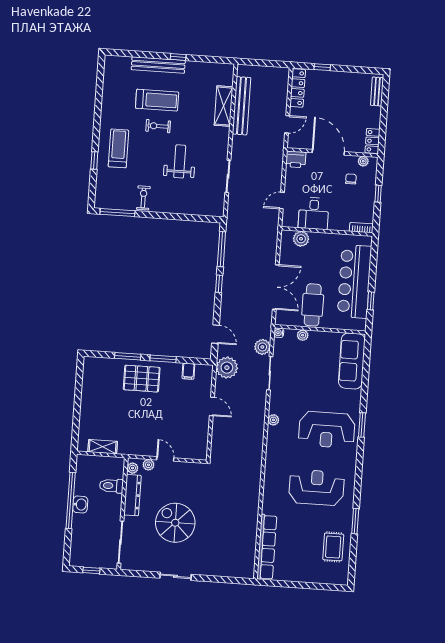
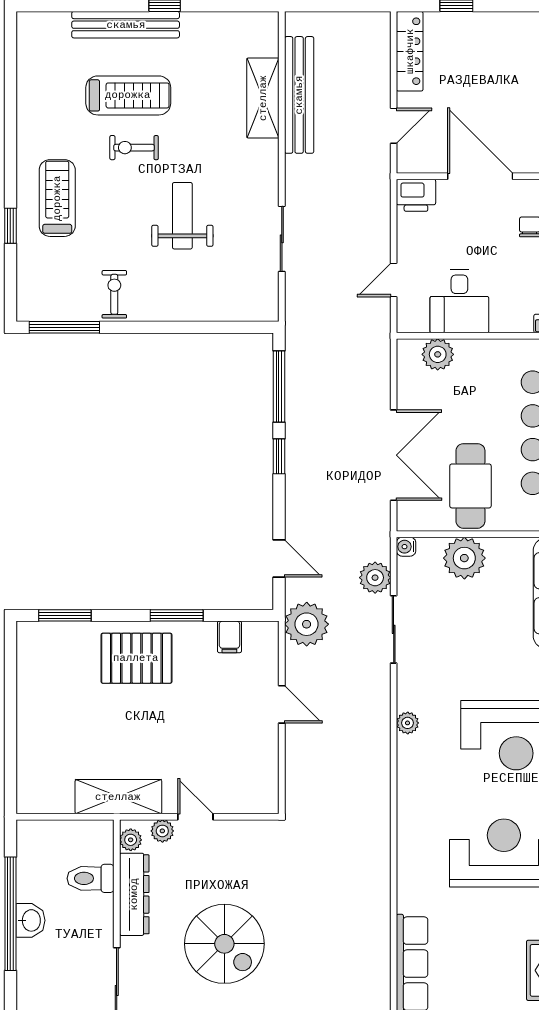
plant: (303, 335) -> (464, 558), width x1.87, depth x1.87
window: (128, 356) -> (65, 615), moved
shelving: (103, 447) -> (118, 797), moved, width x1.50, depth x1.33
spiral stairs: (175, 523) -> (224, 944), turned 180

